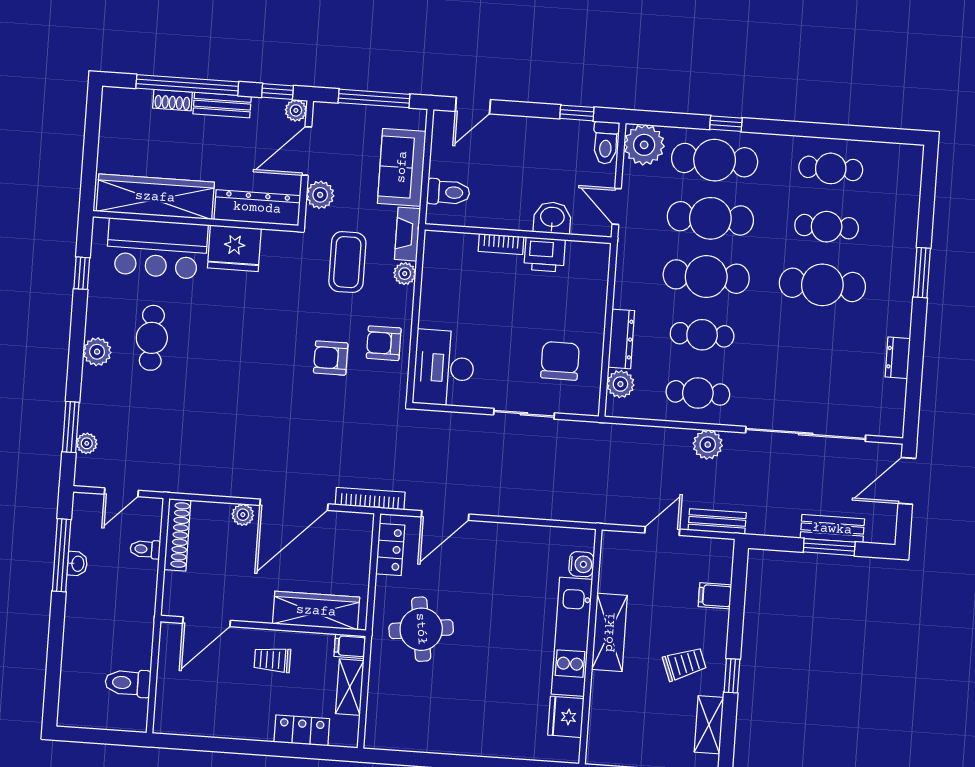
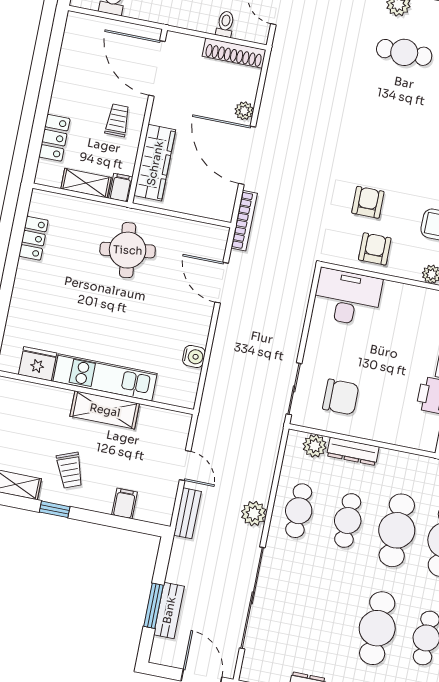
sliding door: (524, 414) -> (294, 389), moved
locker: (390, 549) -> (34, 238), moved, turned -90
water cooler: (581, 564) -> (194, 356), moved, turned -90
door: (207, 622) -> (157, 68), width x1.36

